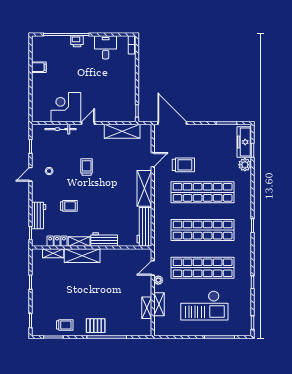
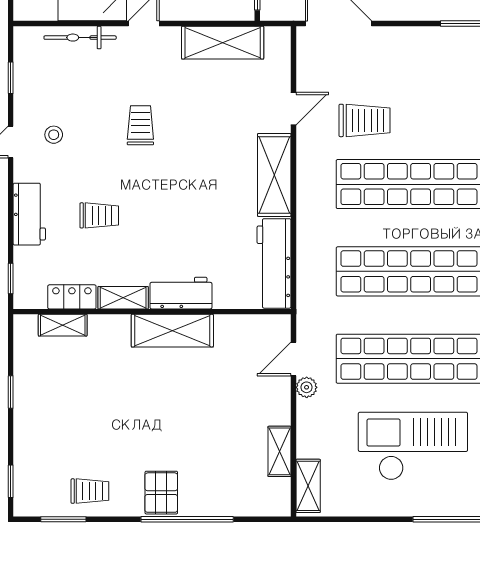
workbench: (39, 216) -> (29, 214), moved
shelving: (82, 256) -> (172, 331), moved
shelving: (159, 304) -> (308, 486), moved
checkout: (204, 306) -> (413, 446), turned 180
pallet: (96, 326) -> (161, 493), turned 90

